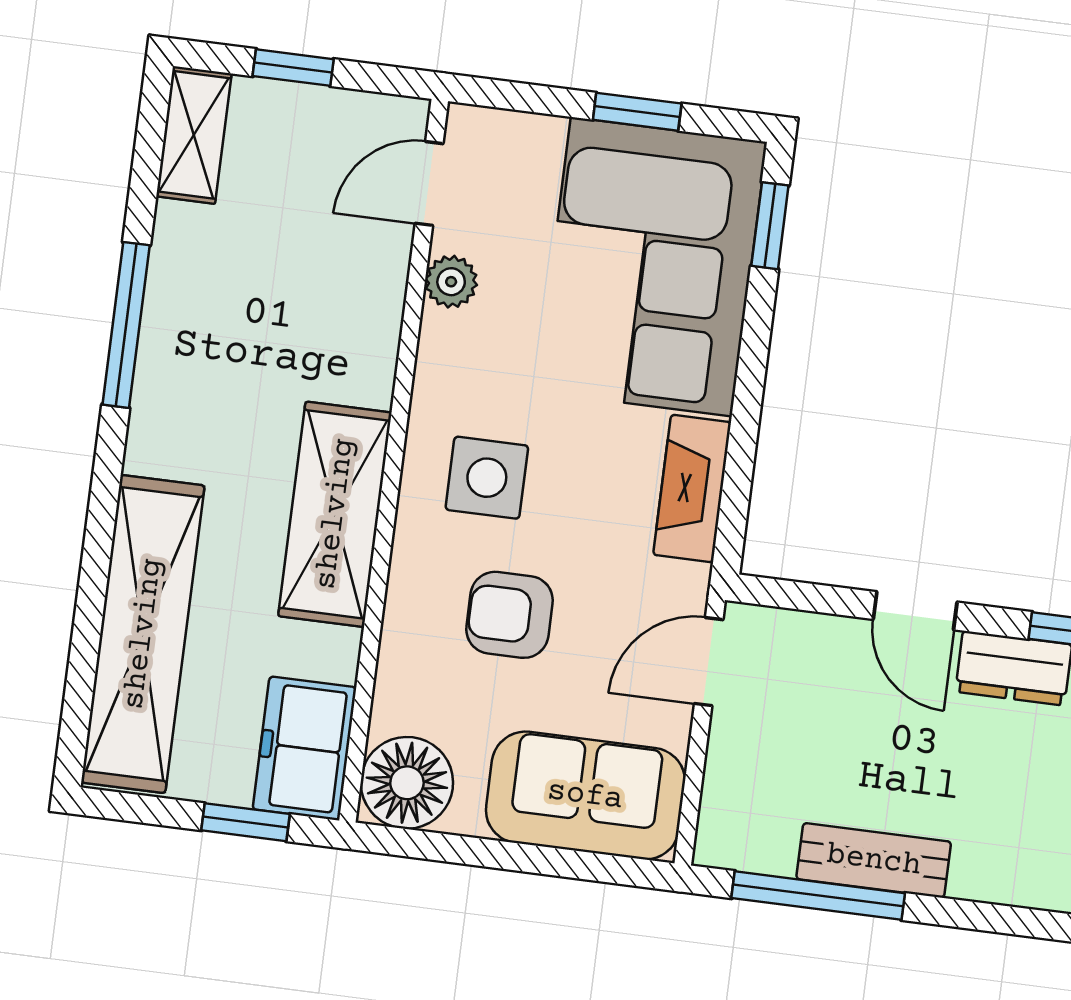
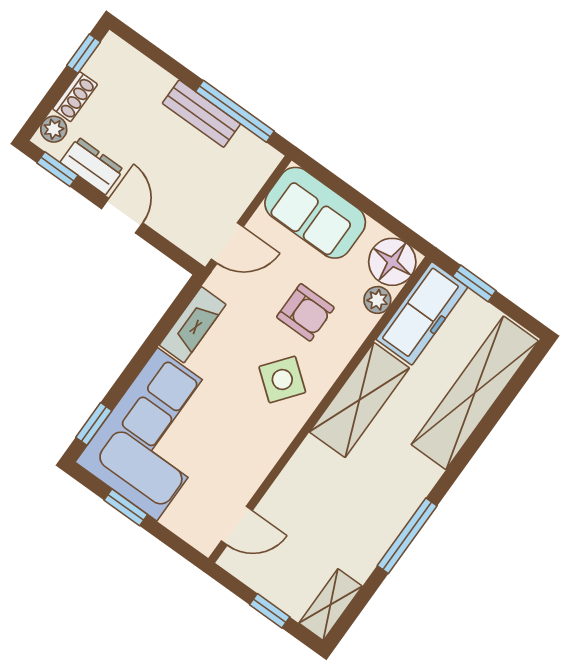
plant: (451, 282) -> (377, 300), moved
side table: (487, 478) -> (282, 379), turned 38
freezer: (305, 748) -> (422, 313), width x1.40

